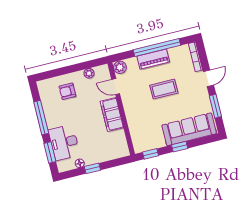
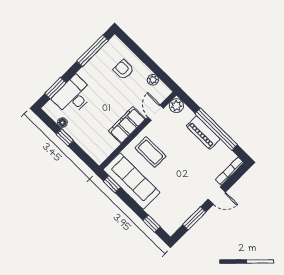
coffee table: (164, 89) -> (150, 152), moved
window: (41, 118) -> (93, 51), moved
sofa: (189, 129) -> (132, 181), moved
window: (180, 147) -> (152, 224), moved

